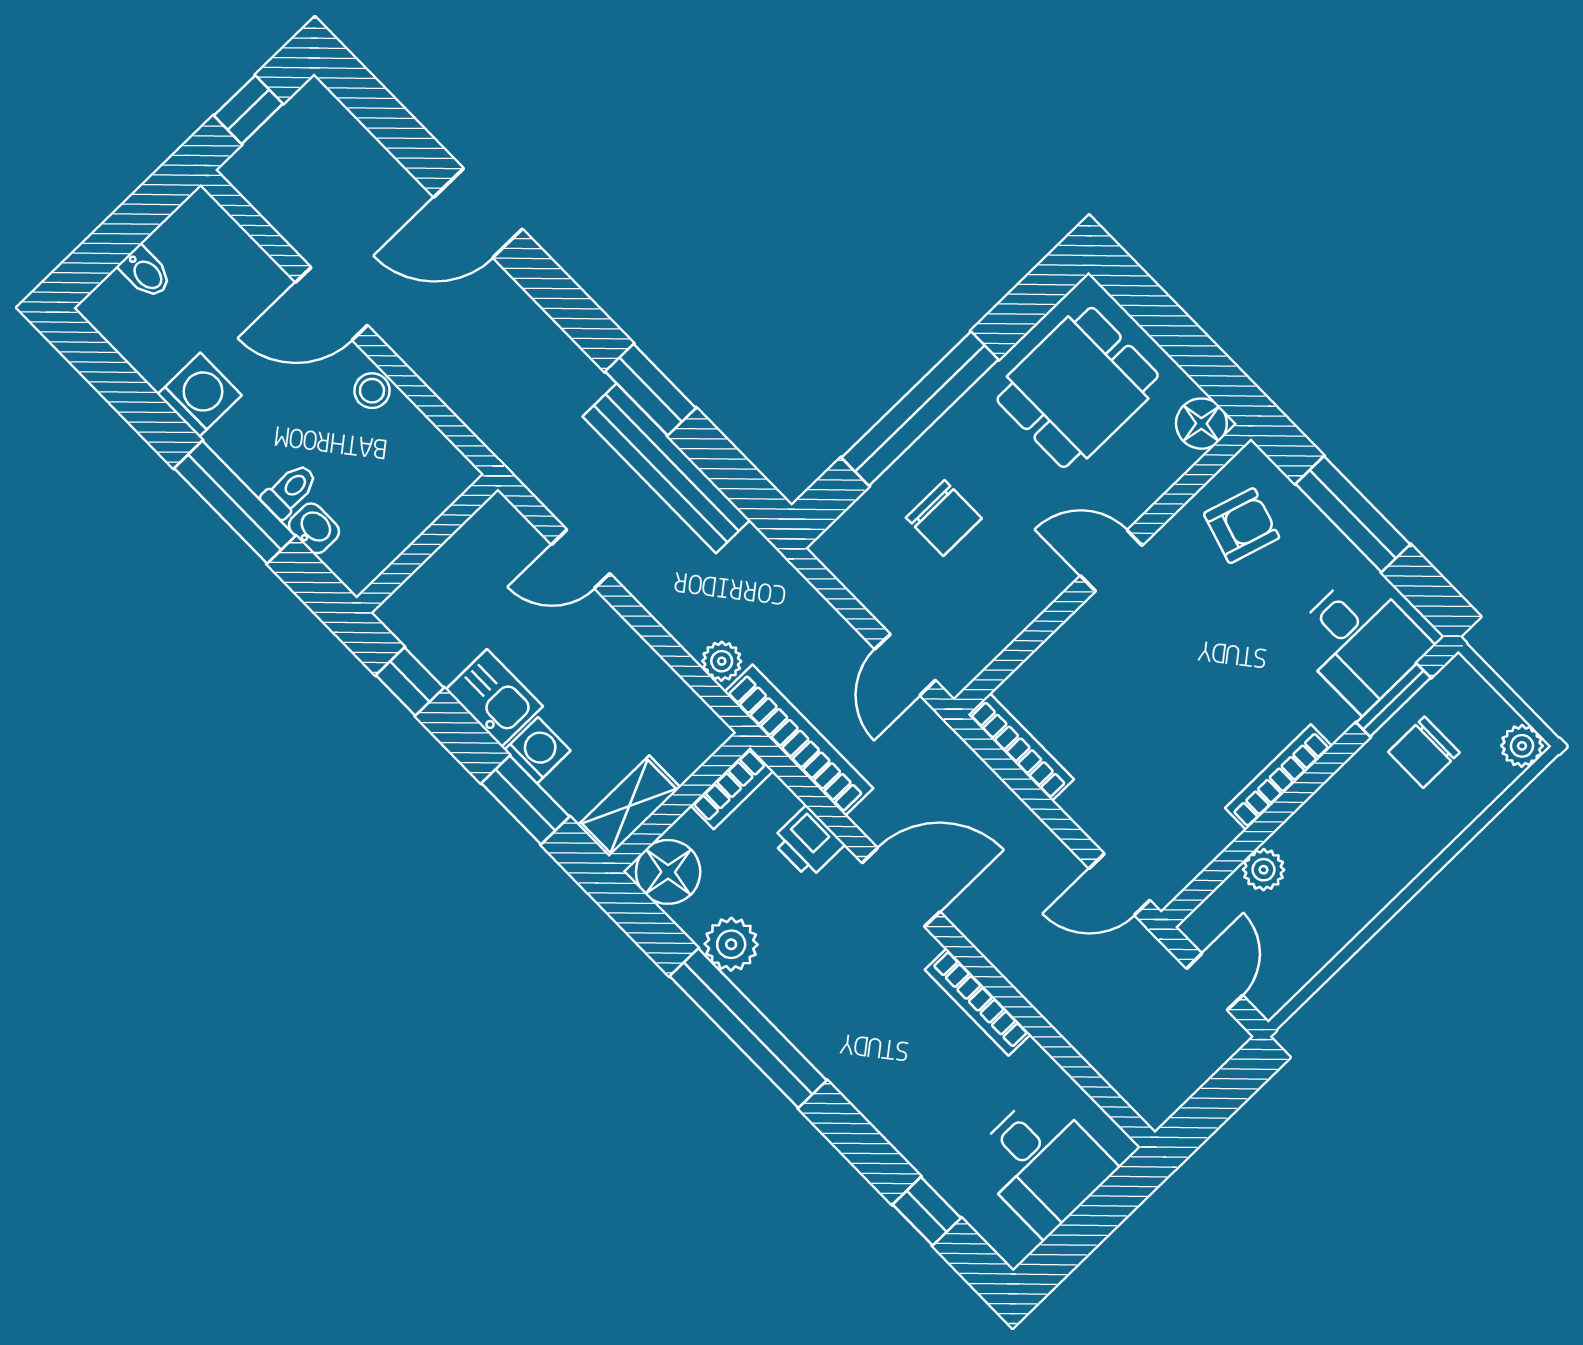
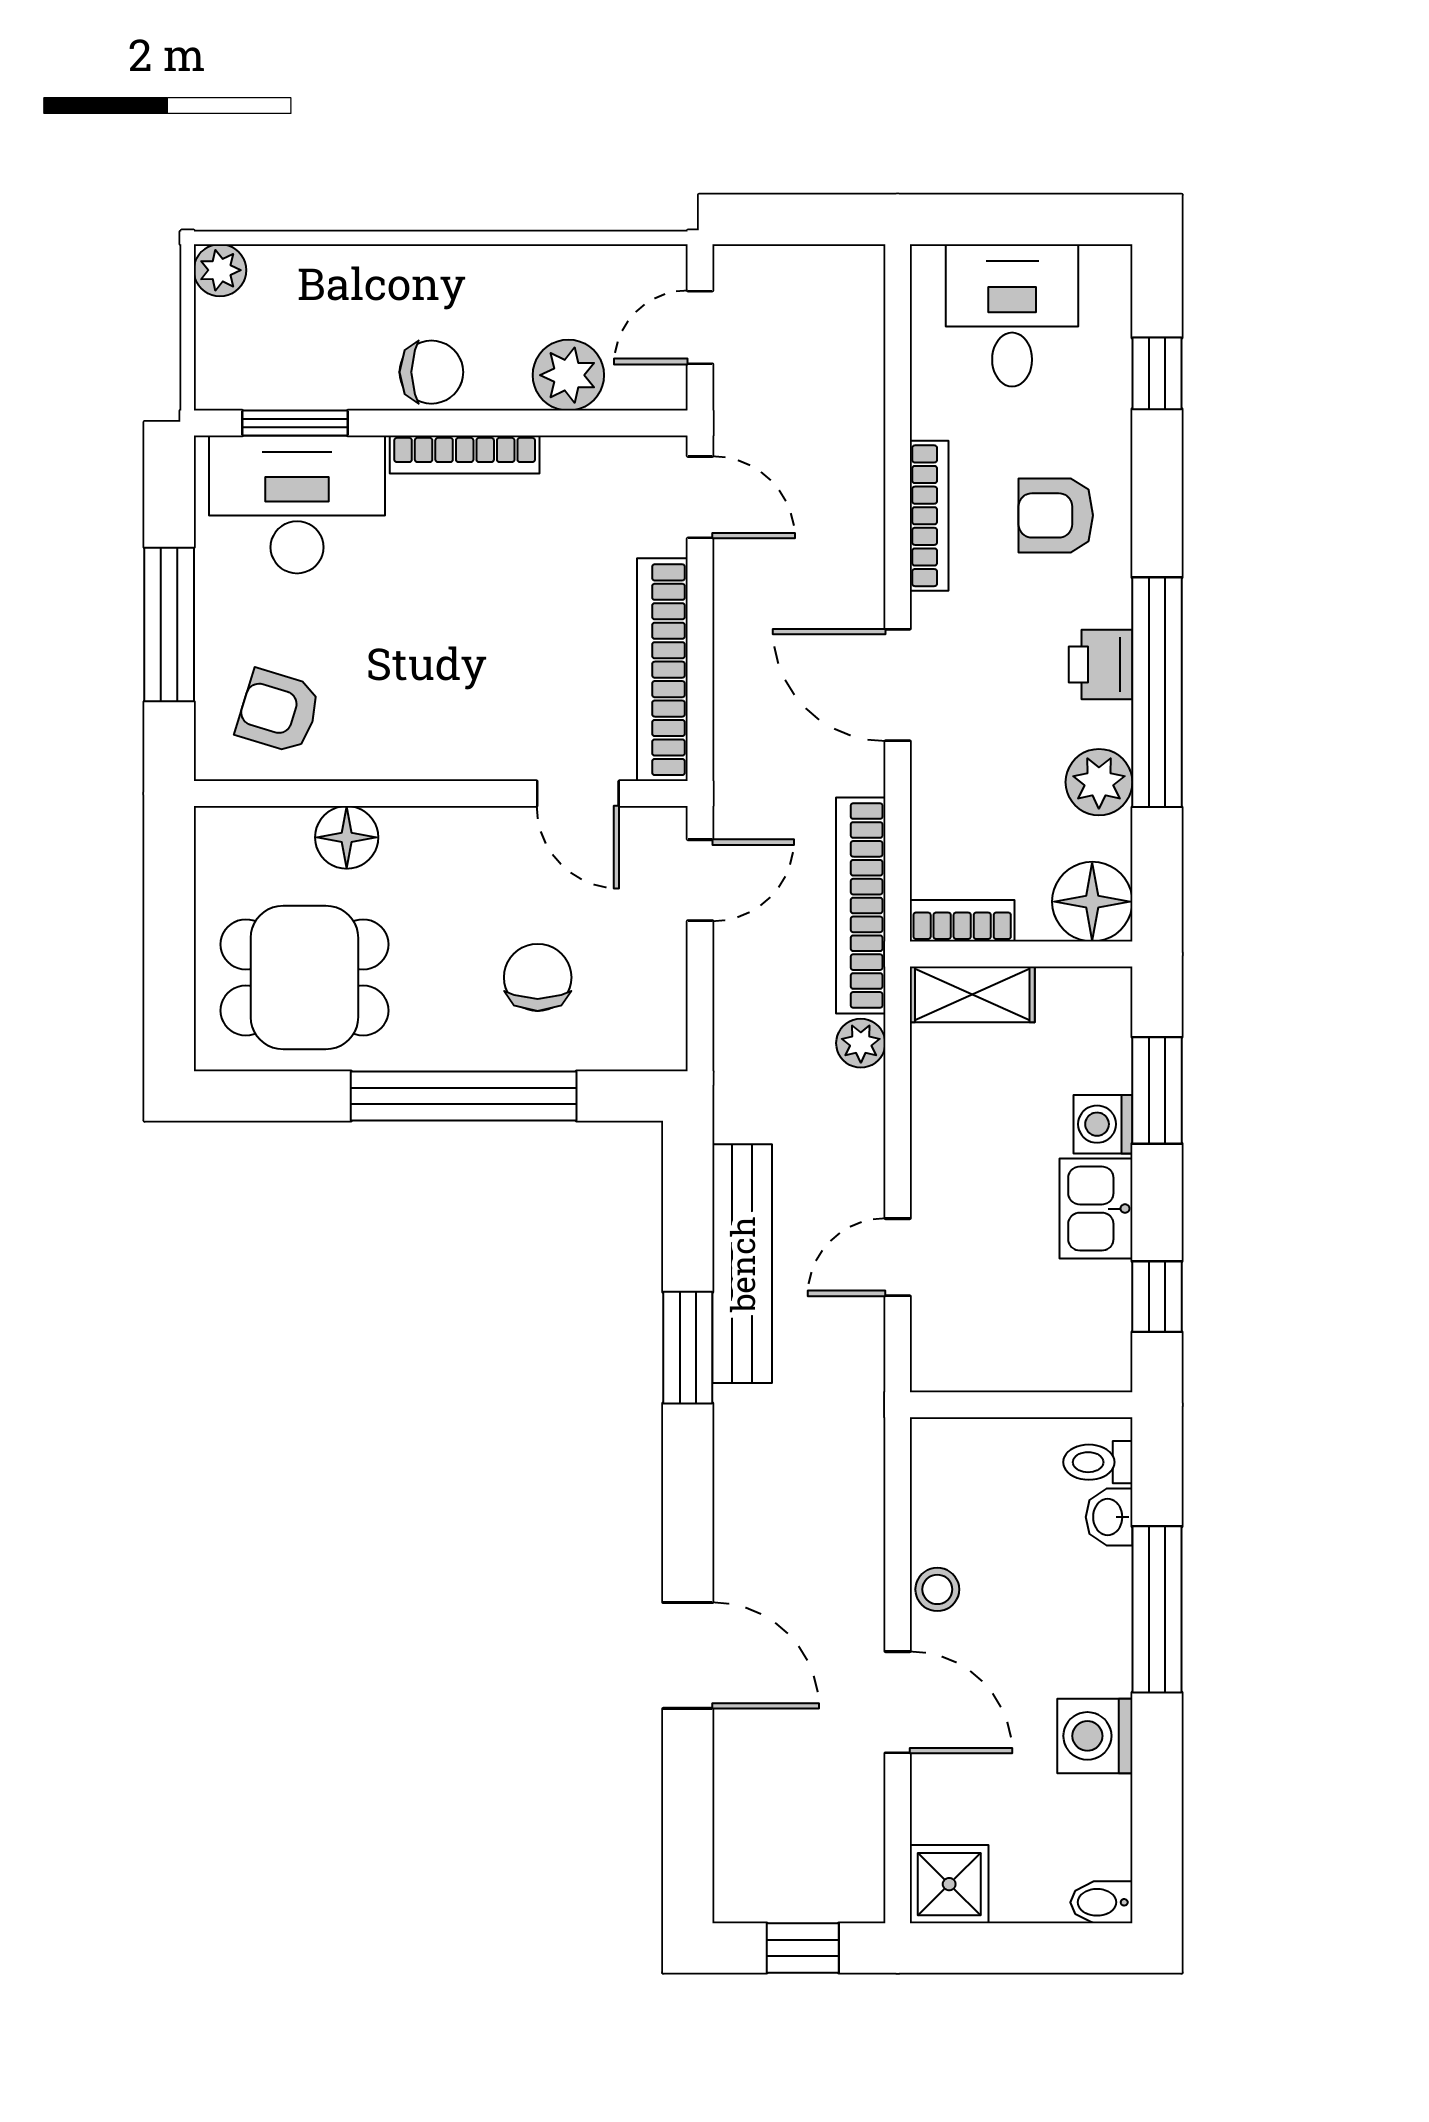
shower: (200, 228) -> (949, 1884), added
bidet: (145, 272) -> (1101, 1902), moved, turned -90
floor lamp: (1201, 424) -> (347, 837), moved
toilet: (290, 491) -> (1098, 1462), moved
door: (581, 559) -> (898, 1257), swing flipped
door: (1111, 561) -> (578, 793), moved
desk: (1360, 641) -> (297, 504), width x1.37
bookcase: (1021, 747) -> (662, 670), width x1.48, depth x1.31
chair: (1424, 752) -> (431, 372), moved
shelving: (629, 806) -> (972, 994), moved
printer: (808, 842) -> (1101, 664), moved, turned 180
plant: (1264, 870) -> (568, 375), width x1.38, depth x1.38
armchair: (905, 1073) -> (1056, 515), added

